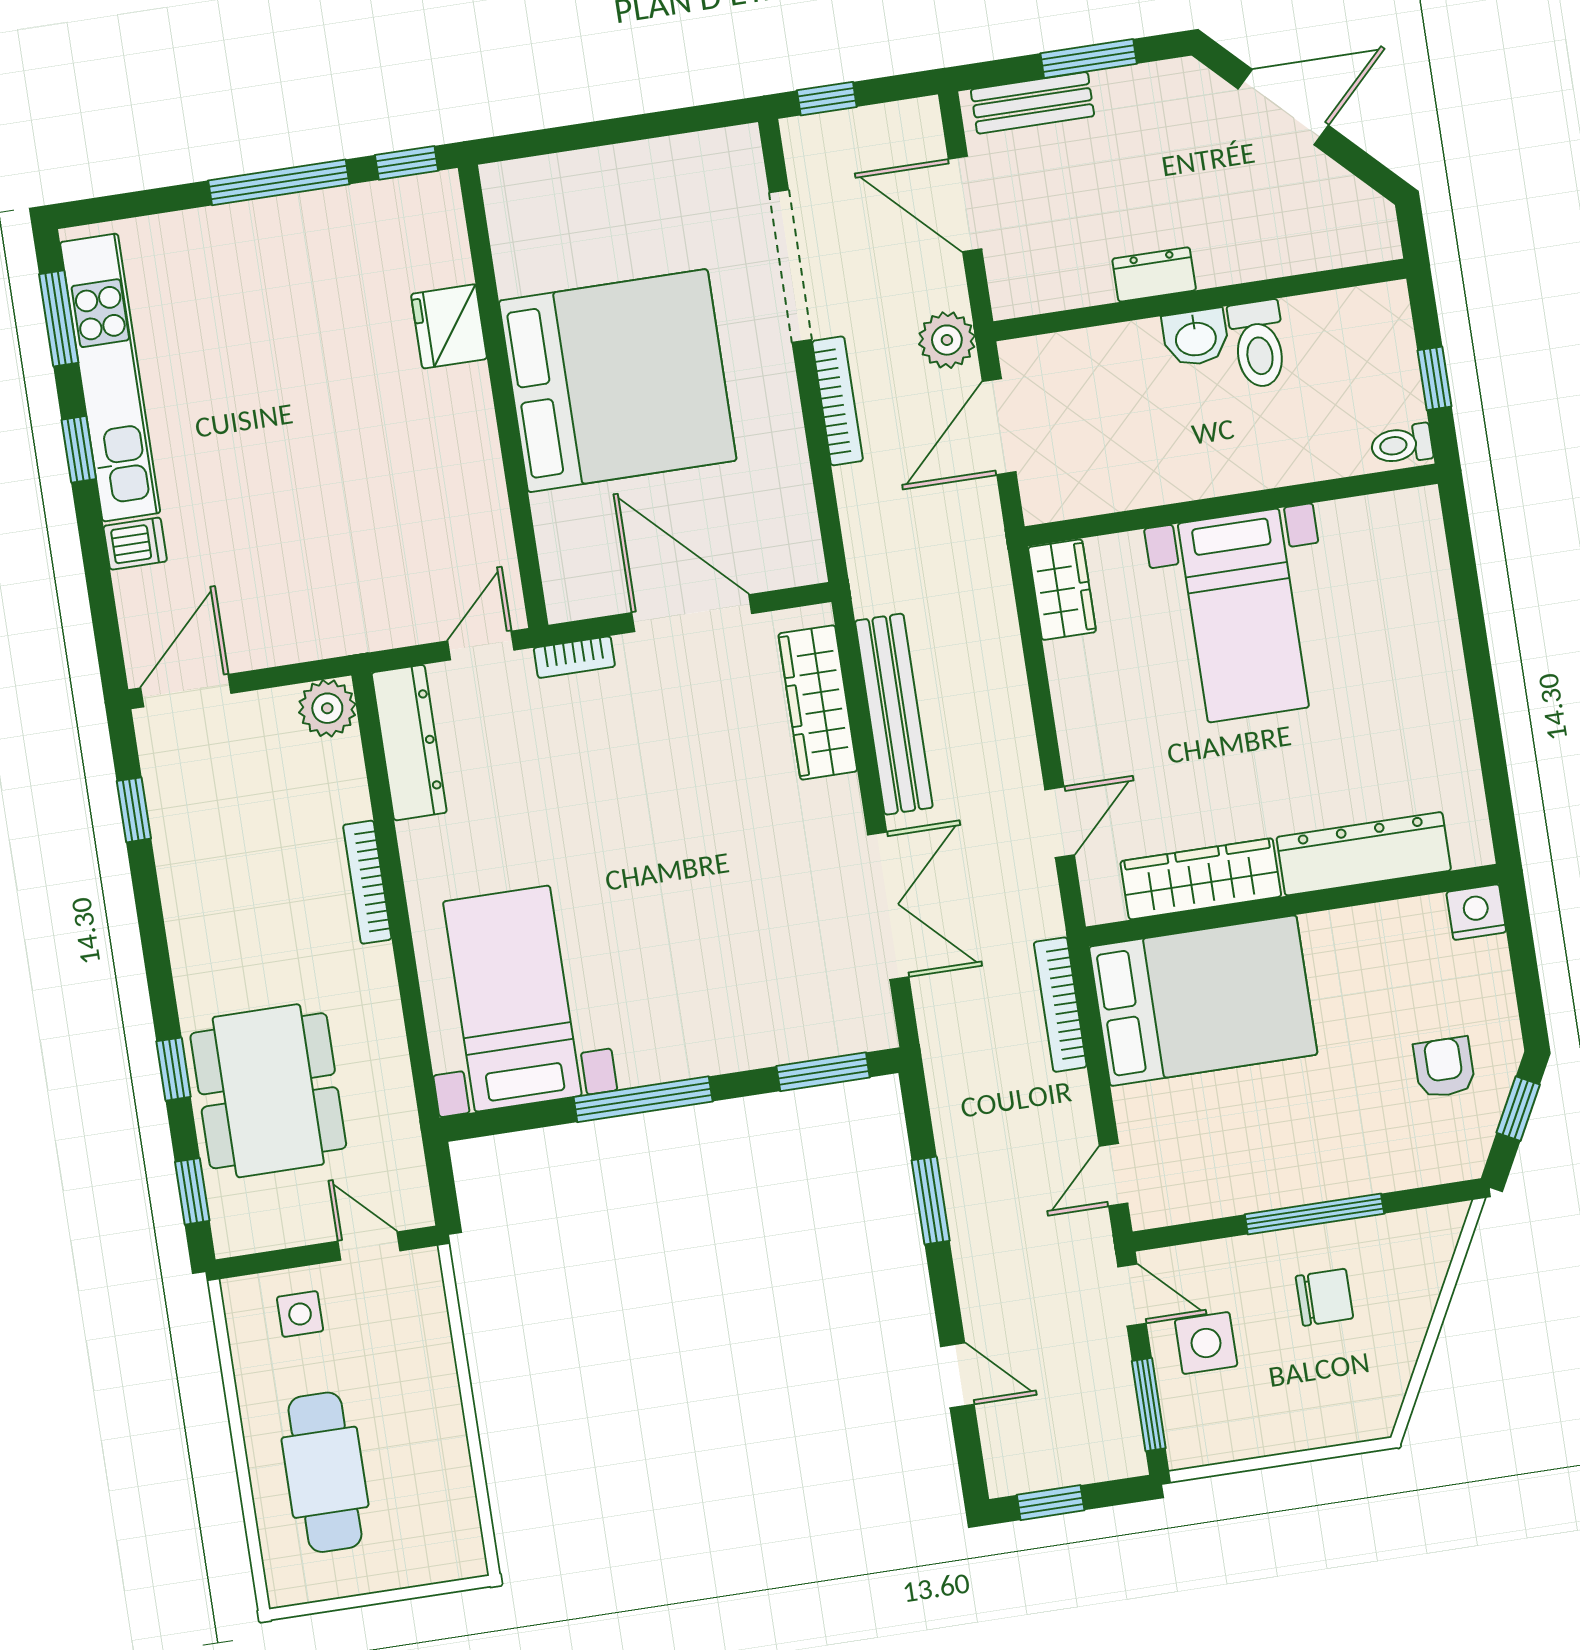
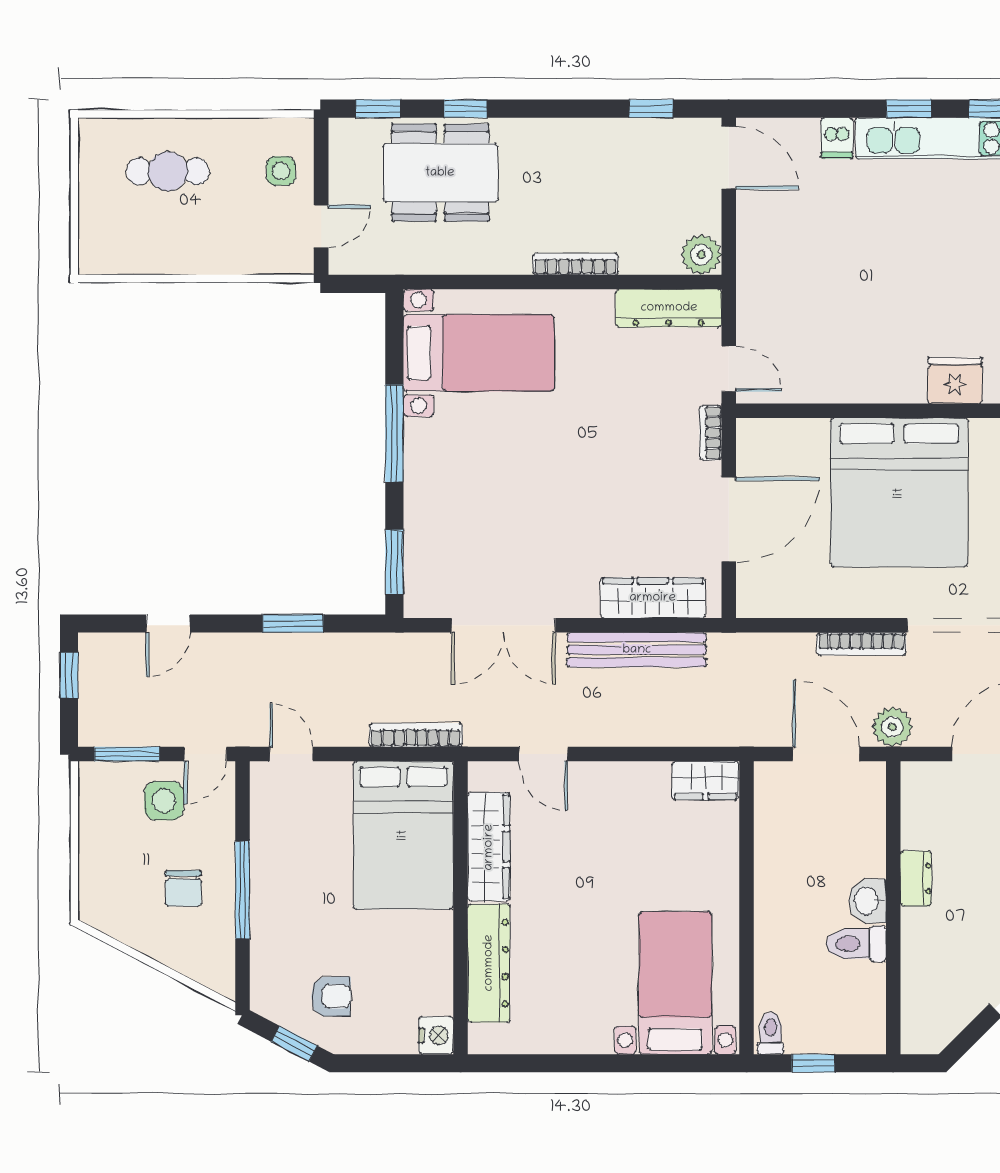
bed with nightstands: (1243, 615) -> (675, 983), moved, turned 90
cafe table: (325, 1472) -> (168, 171), width x0.73, depth x0.74

